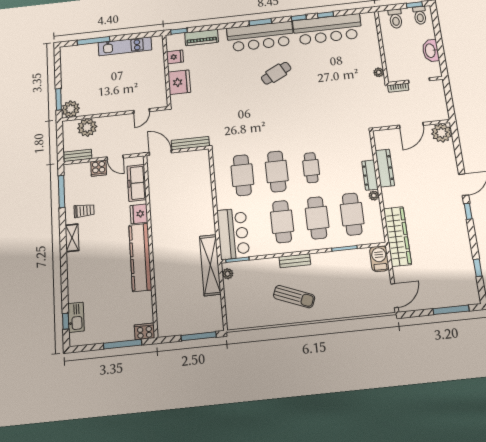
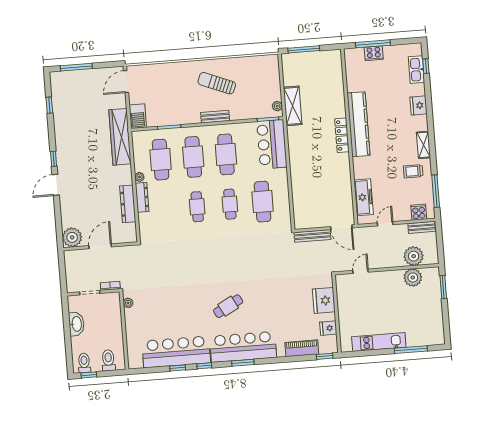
plant: (71, 109) -> (413, 277), moved
door: (115, 158) -> (385, 224), hinge flipped
cooker: (99, 168) -> (419, 212), moved
cafe table: (277, 171) -> (230, 204), width x0.73, depth x0.74
fridge: (139, 214) -> (419, 105), moved, turned 180
locker: (158, 245) -> (342, 135), added
shelving: (210, 265) -> (293, 106), width x0.68
cooker: (145, 331) -> (374, 53), moved

